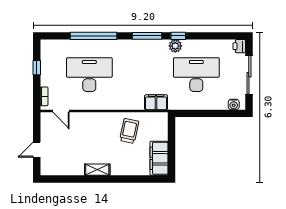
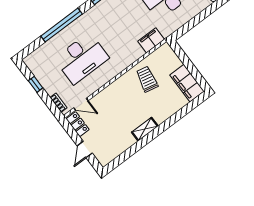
desk: (89, 75) -> (82, 58), turned 180
locker: (46, 125) -> (78, 124), added

